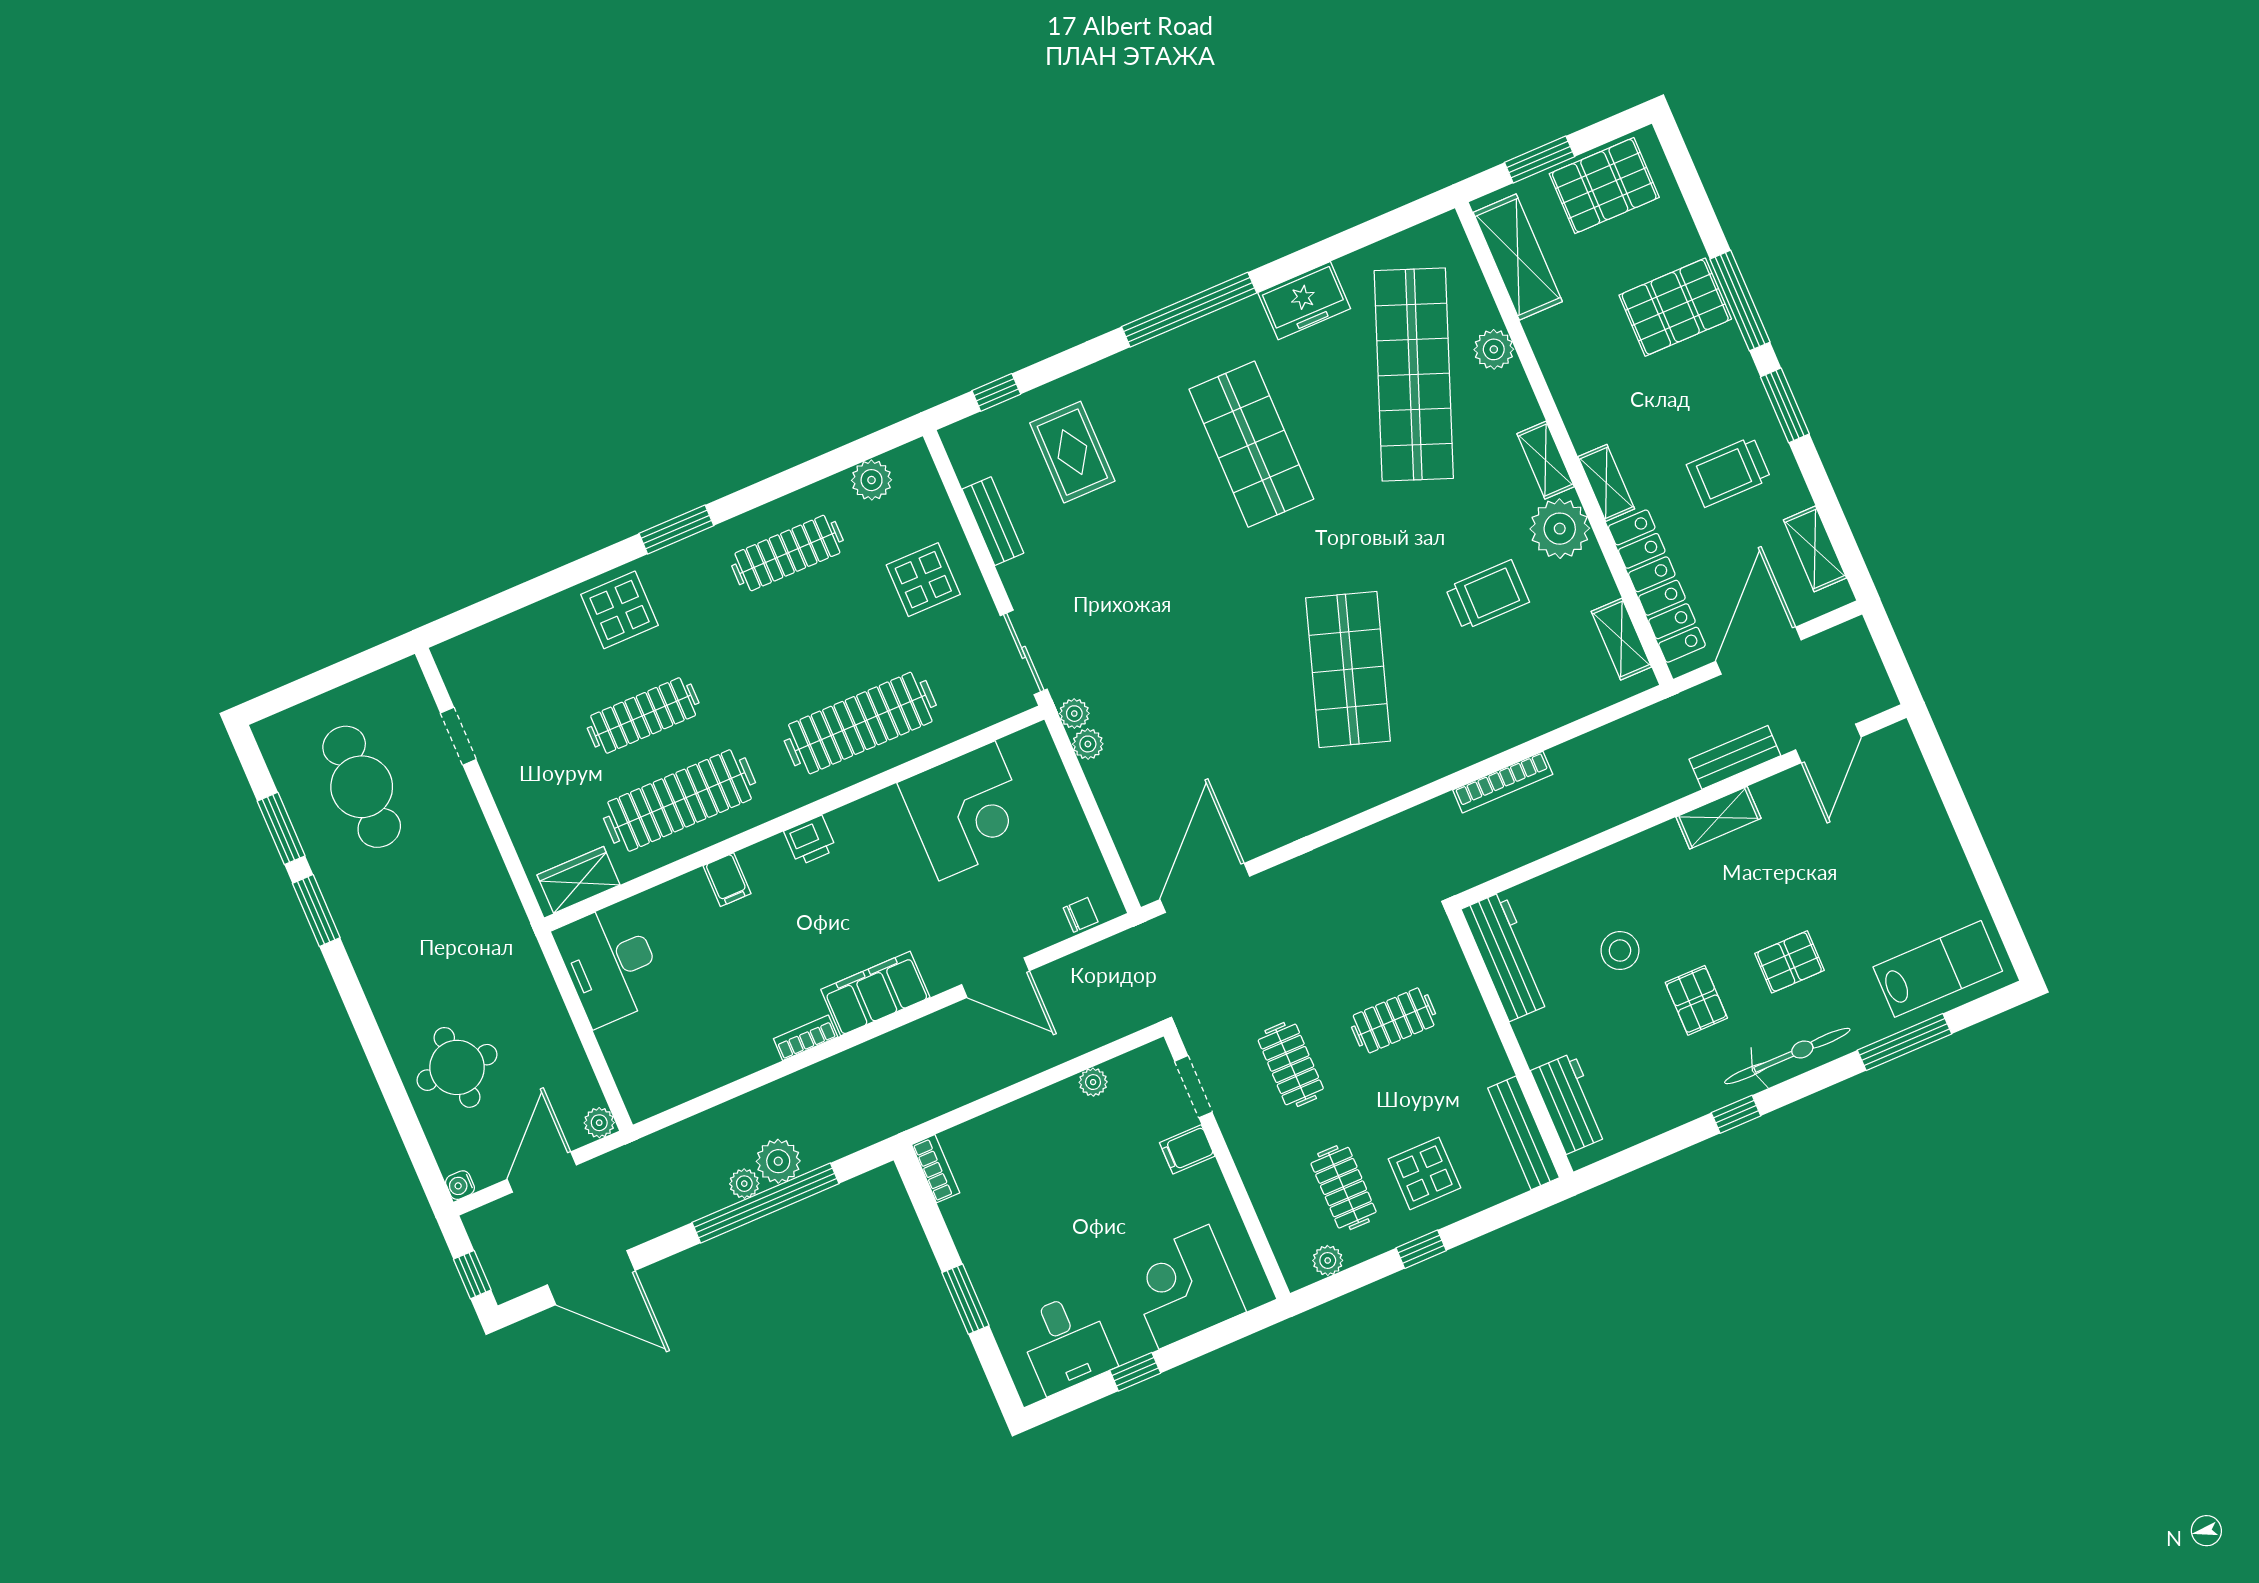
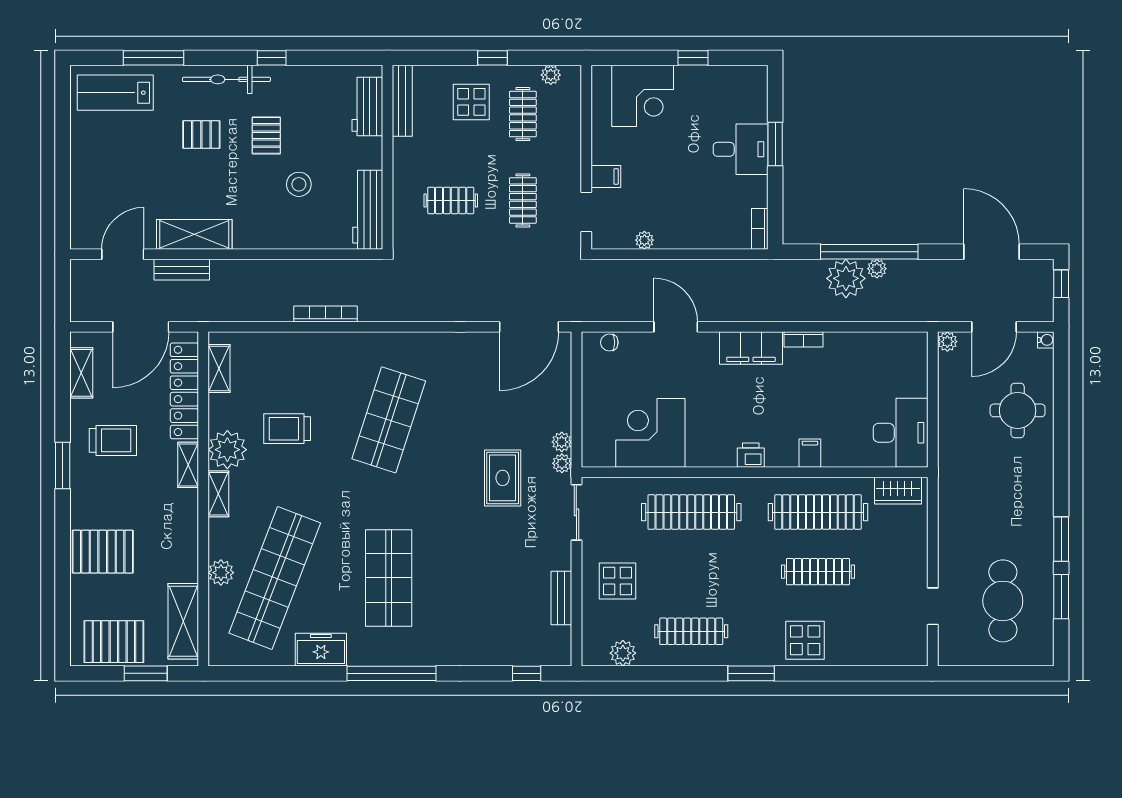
window: (1740, 301) -> (63, 539), removed
rug: (1072, 452) -> (503, 478), moved
shelving: (1718, 818) -> (194, 234), width x1.50, depth x1.33
plant: (778, 1161) -> (846, 278), width x1.36, depth x1.36
desk: (1066, 1343) -> (741, 149), moved, turned 90

